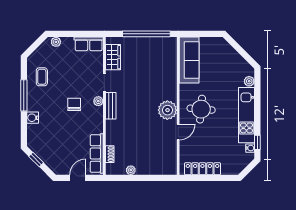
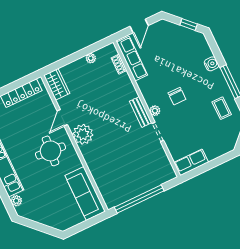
plant: (56, 42) -> (224, 149), removed
wardrobe: (113, 57) -> (57, 84), moved, turned 180

